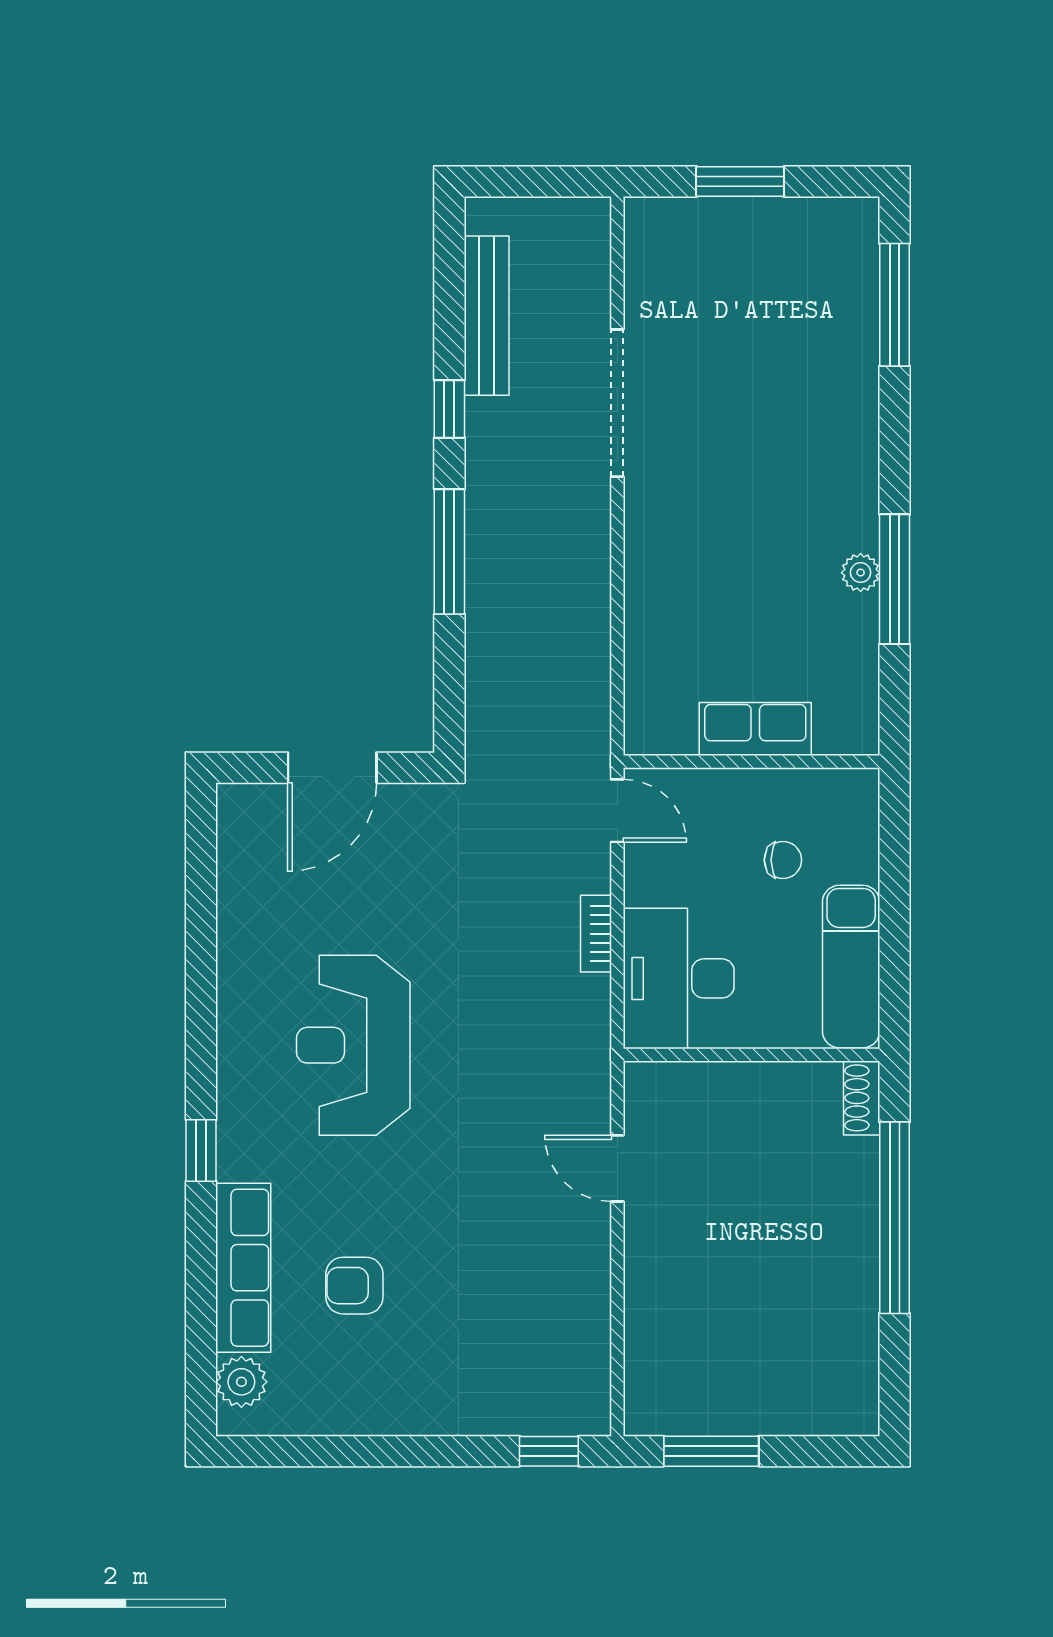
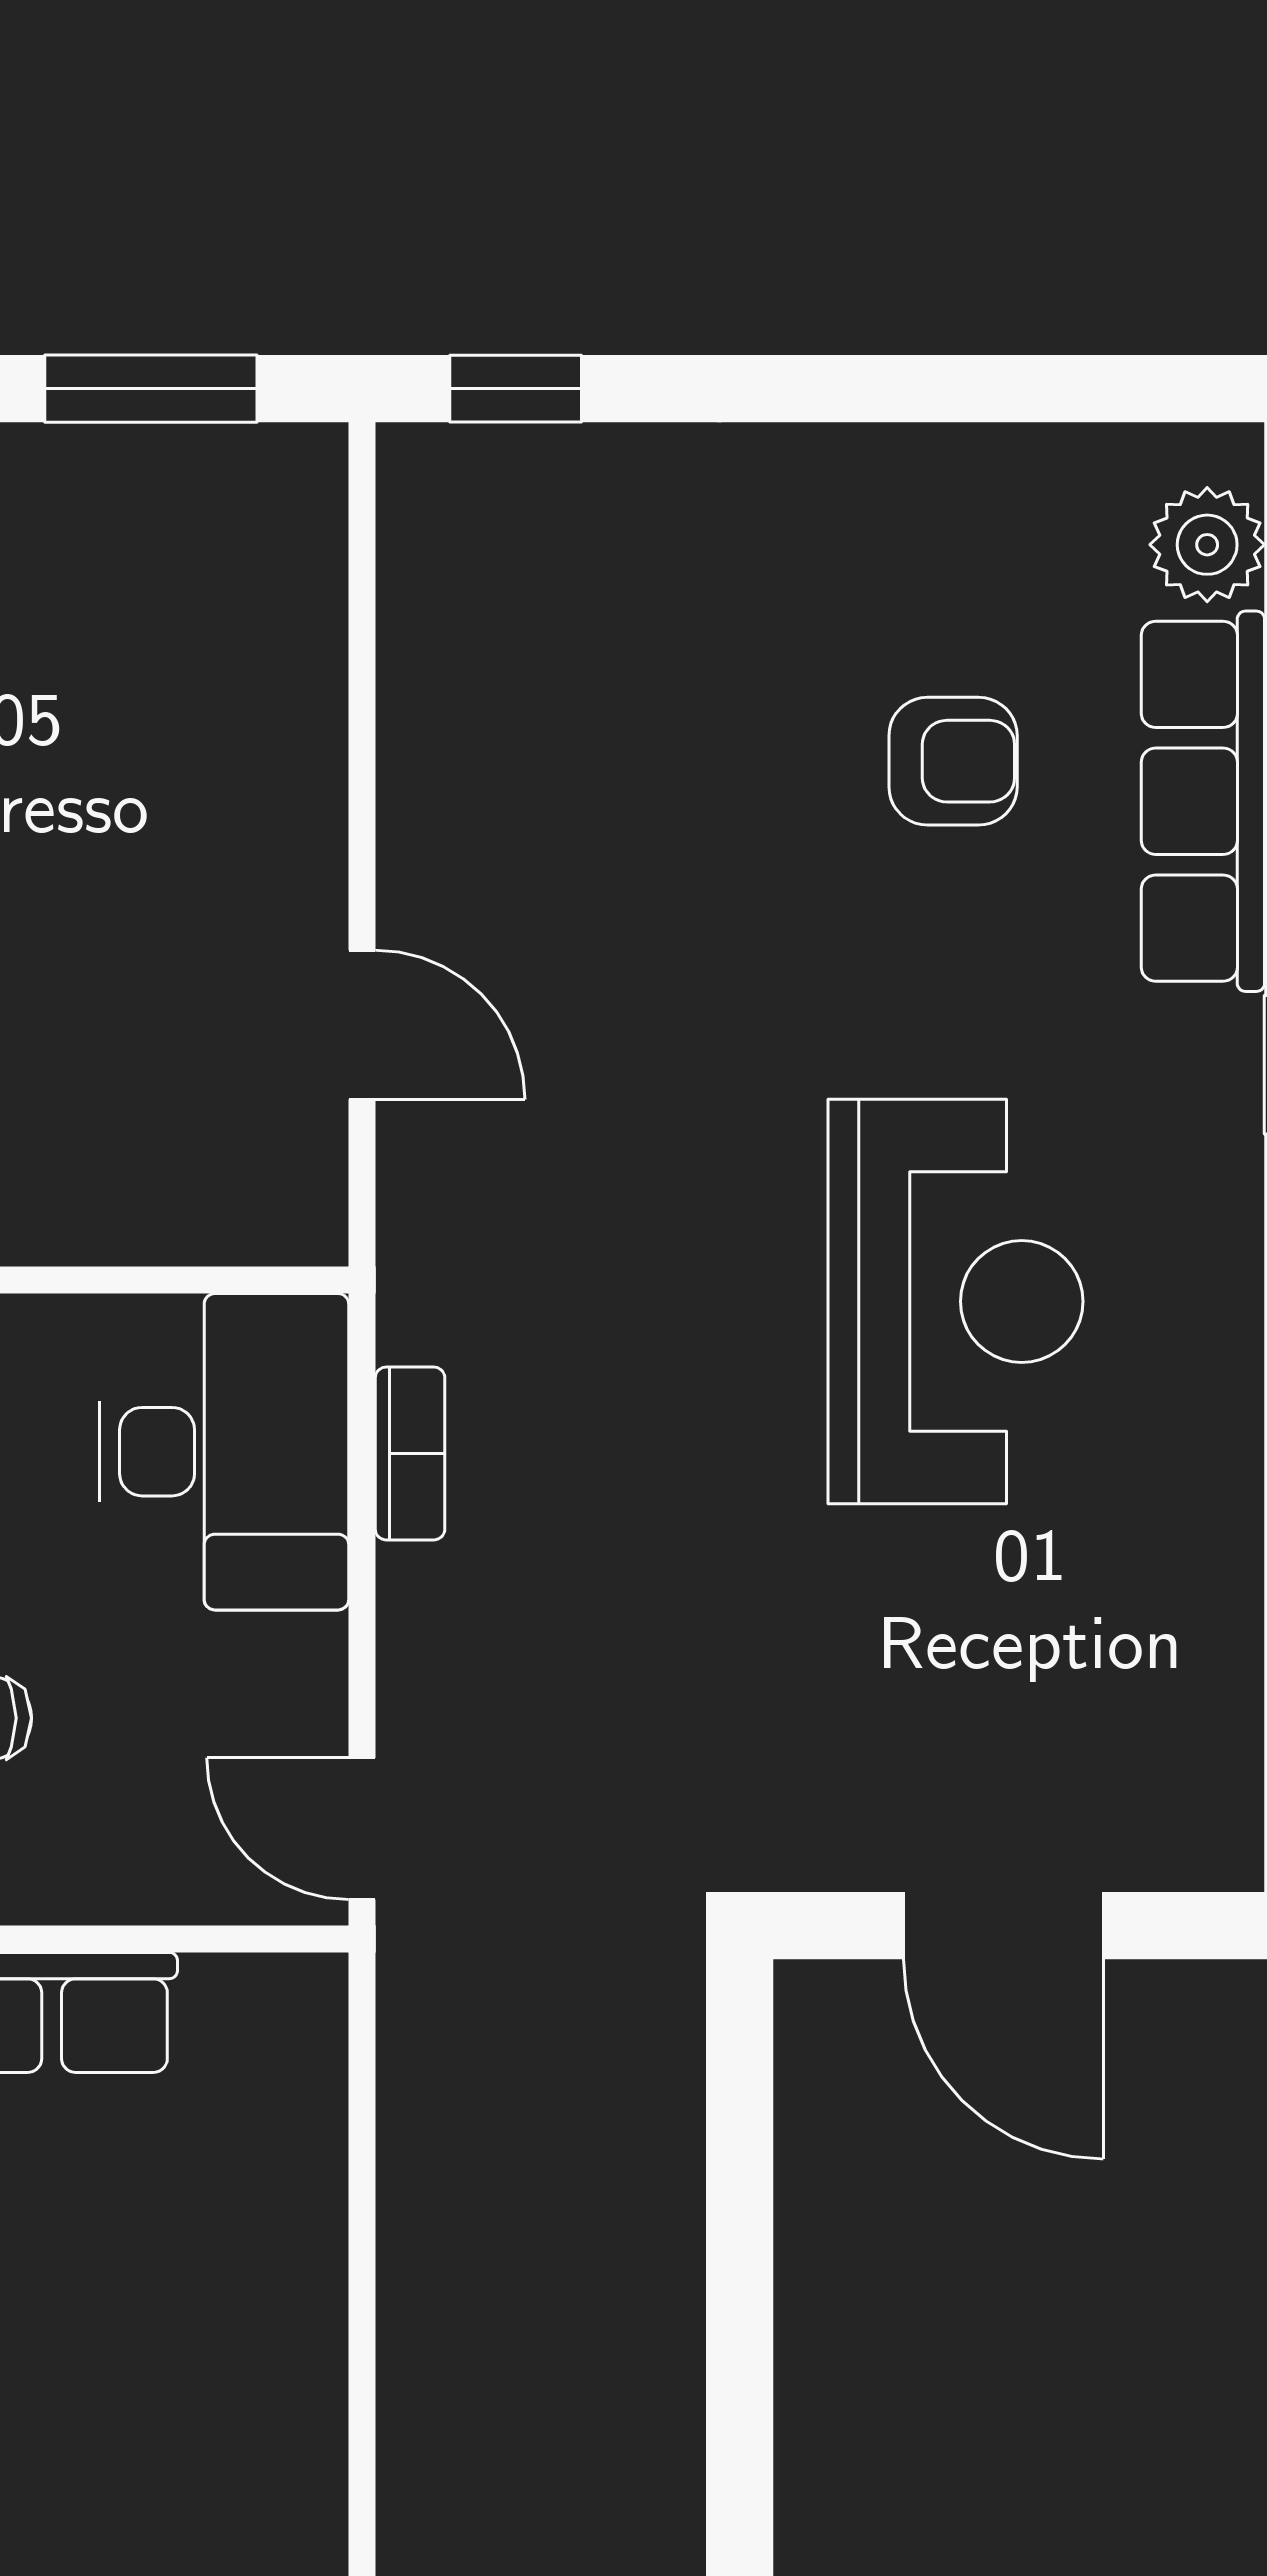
window: (449, 552) -> (740, 2411), removed
door: (332, 768) -> (1003, 1926), swing flipped
bookcase: (596, 934) -> (410, 1453), moved

